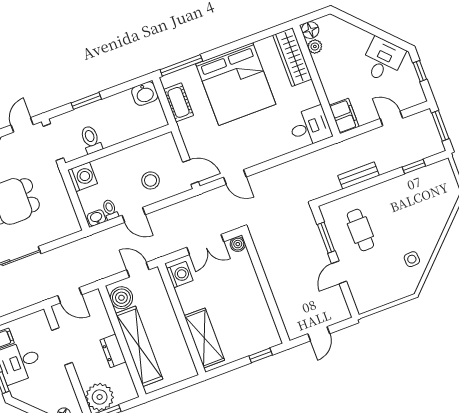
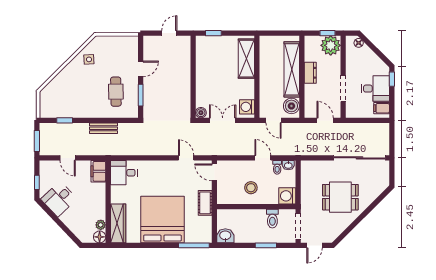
cot: (178, 102) -> (205, 203), moved
stool: (151, 180) -> (251, 188), moved

